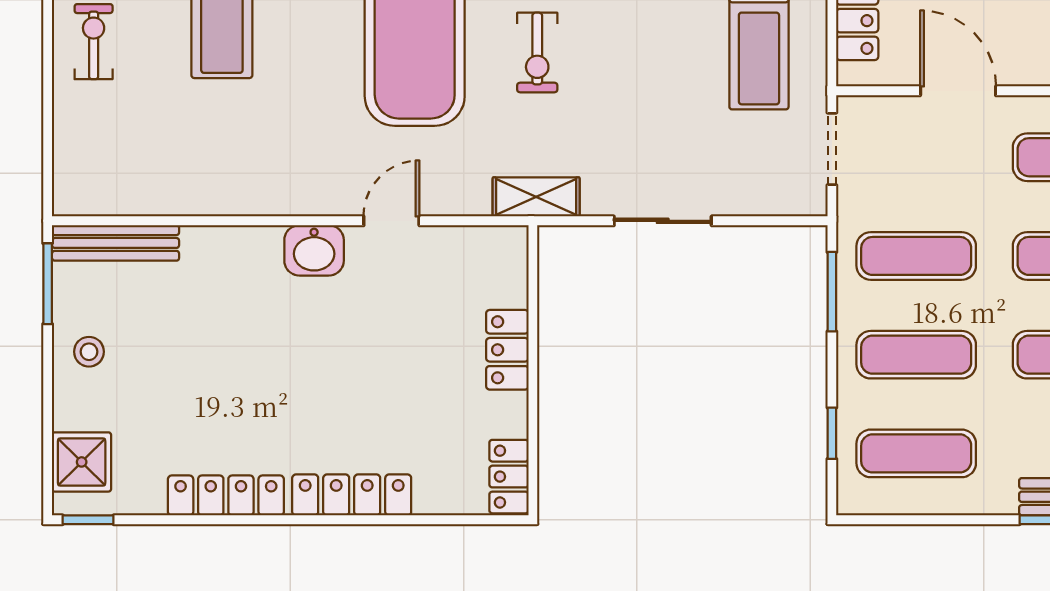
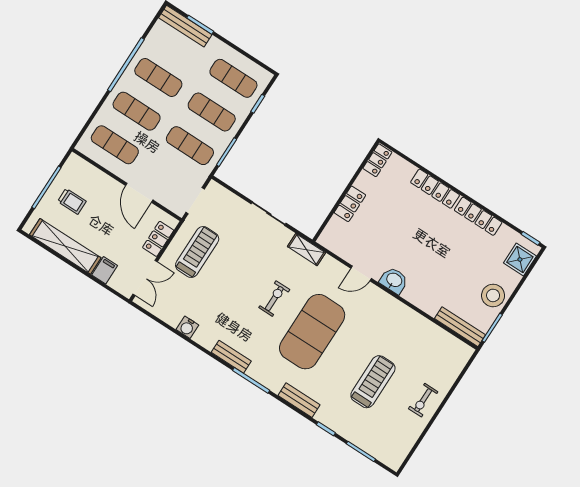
stool: (89, 352) -> (493, 295), width x1.89, depth x1.89

